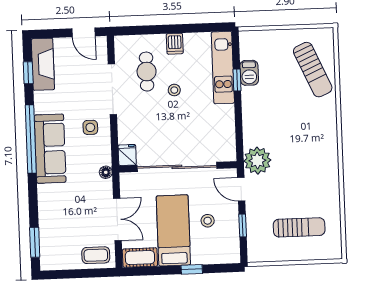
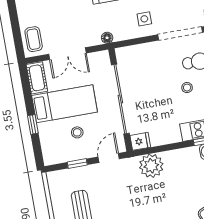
fridge: (127, 155) -> (140, 141), moved
plant: (257, 161) -> (151, 166), moved

